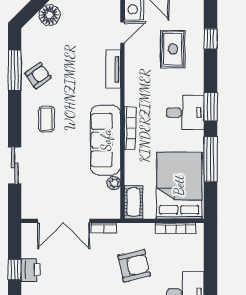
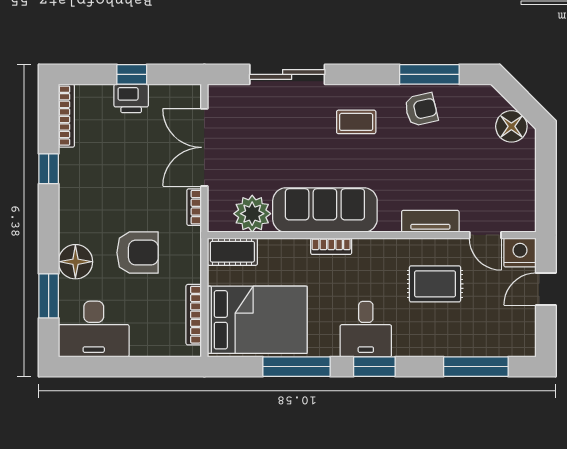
window: (211, 39) -> (476, 367), width x2.17
rug: (173, 49) -> (435, 284), moved
armchair: (38, 76) -> (421, 109), turned -68
bookcase: (130, 128) -> (331, 246), width x0.64
sliding door: (15, 165) -> (287, 74), width x1.37
plant: (114, 183) -> (252, 214), width x1.87, depth x1.87
armchair: (134, 266) -> (138, 253), turned -78

